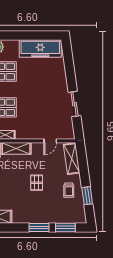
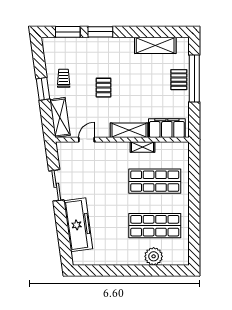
freezer: (40, 49) -> (78, 225), moved, turned 82
window: (87, 196) -> (43, 89), moved

